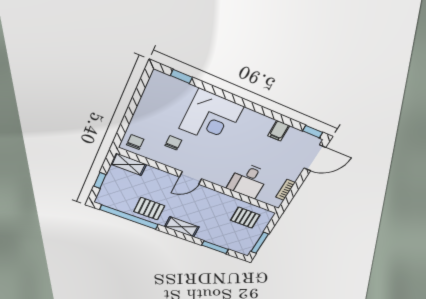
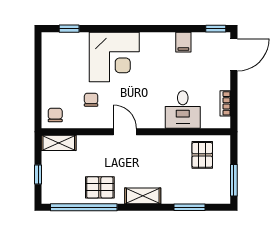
door: (191, 178) -> (125, 132), swing flipped
pallet: (245, 218) -> (202, 155), turned 90

